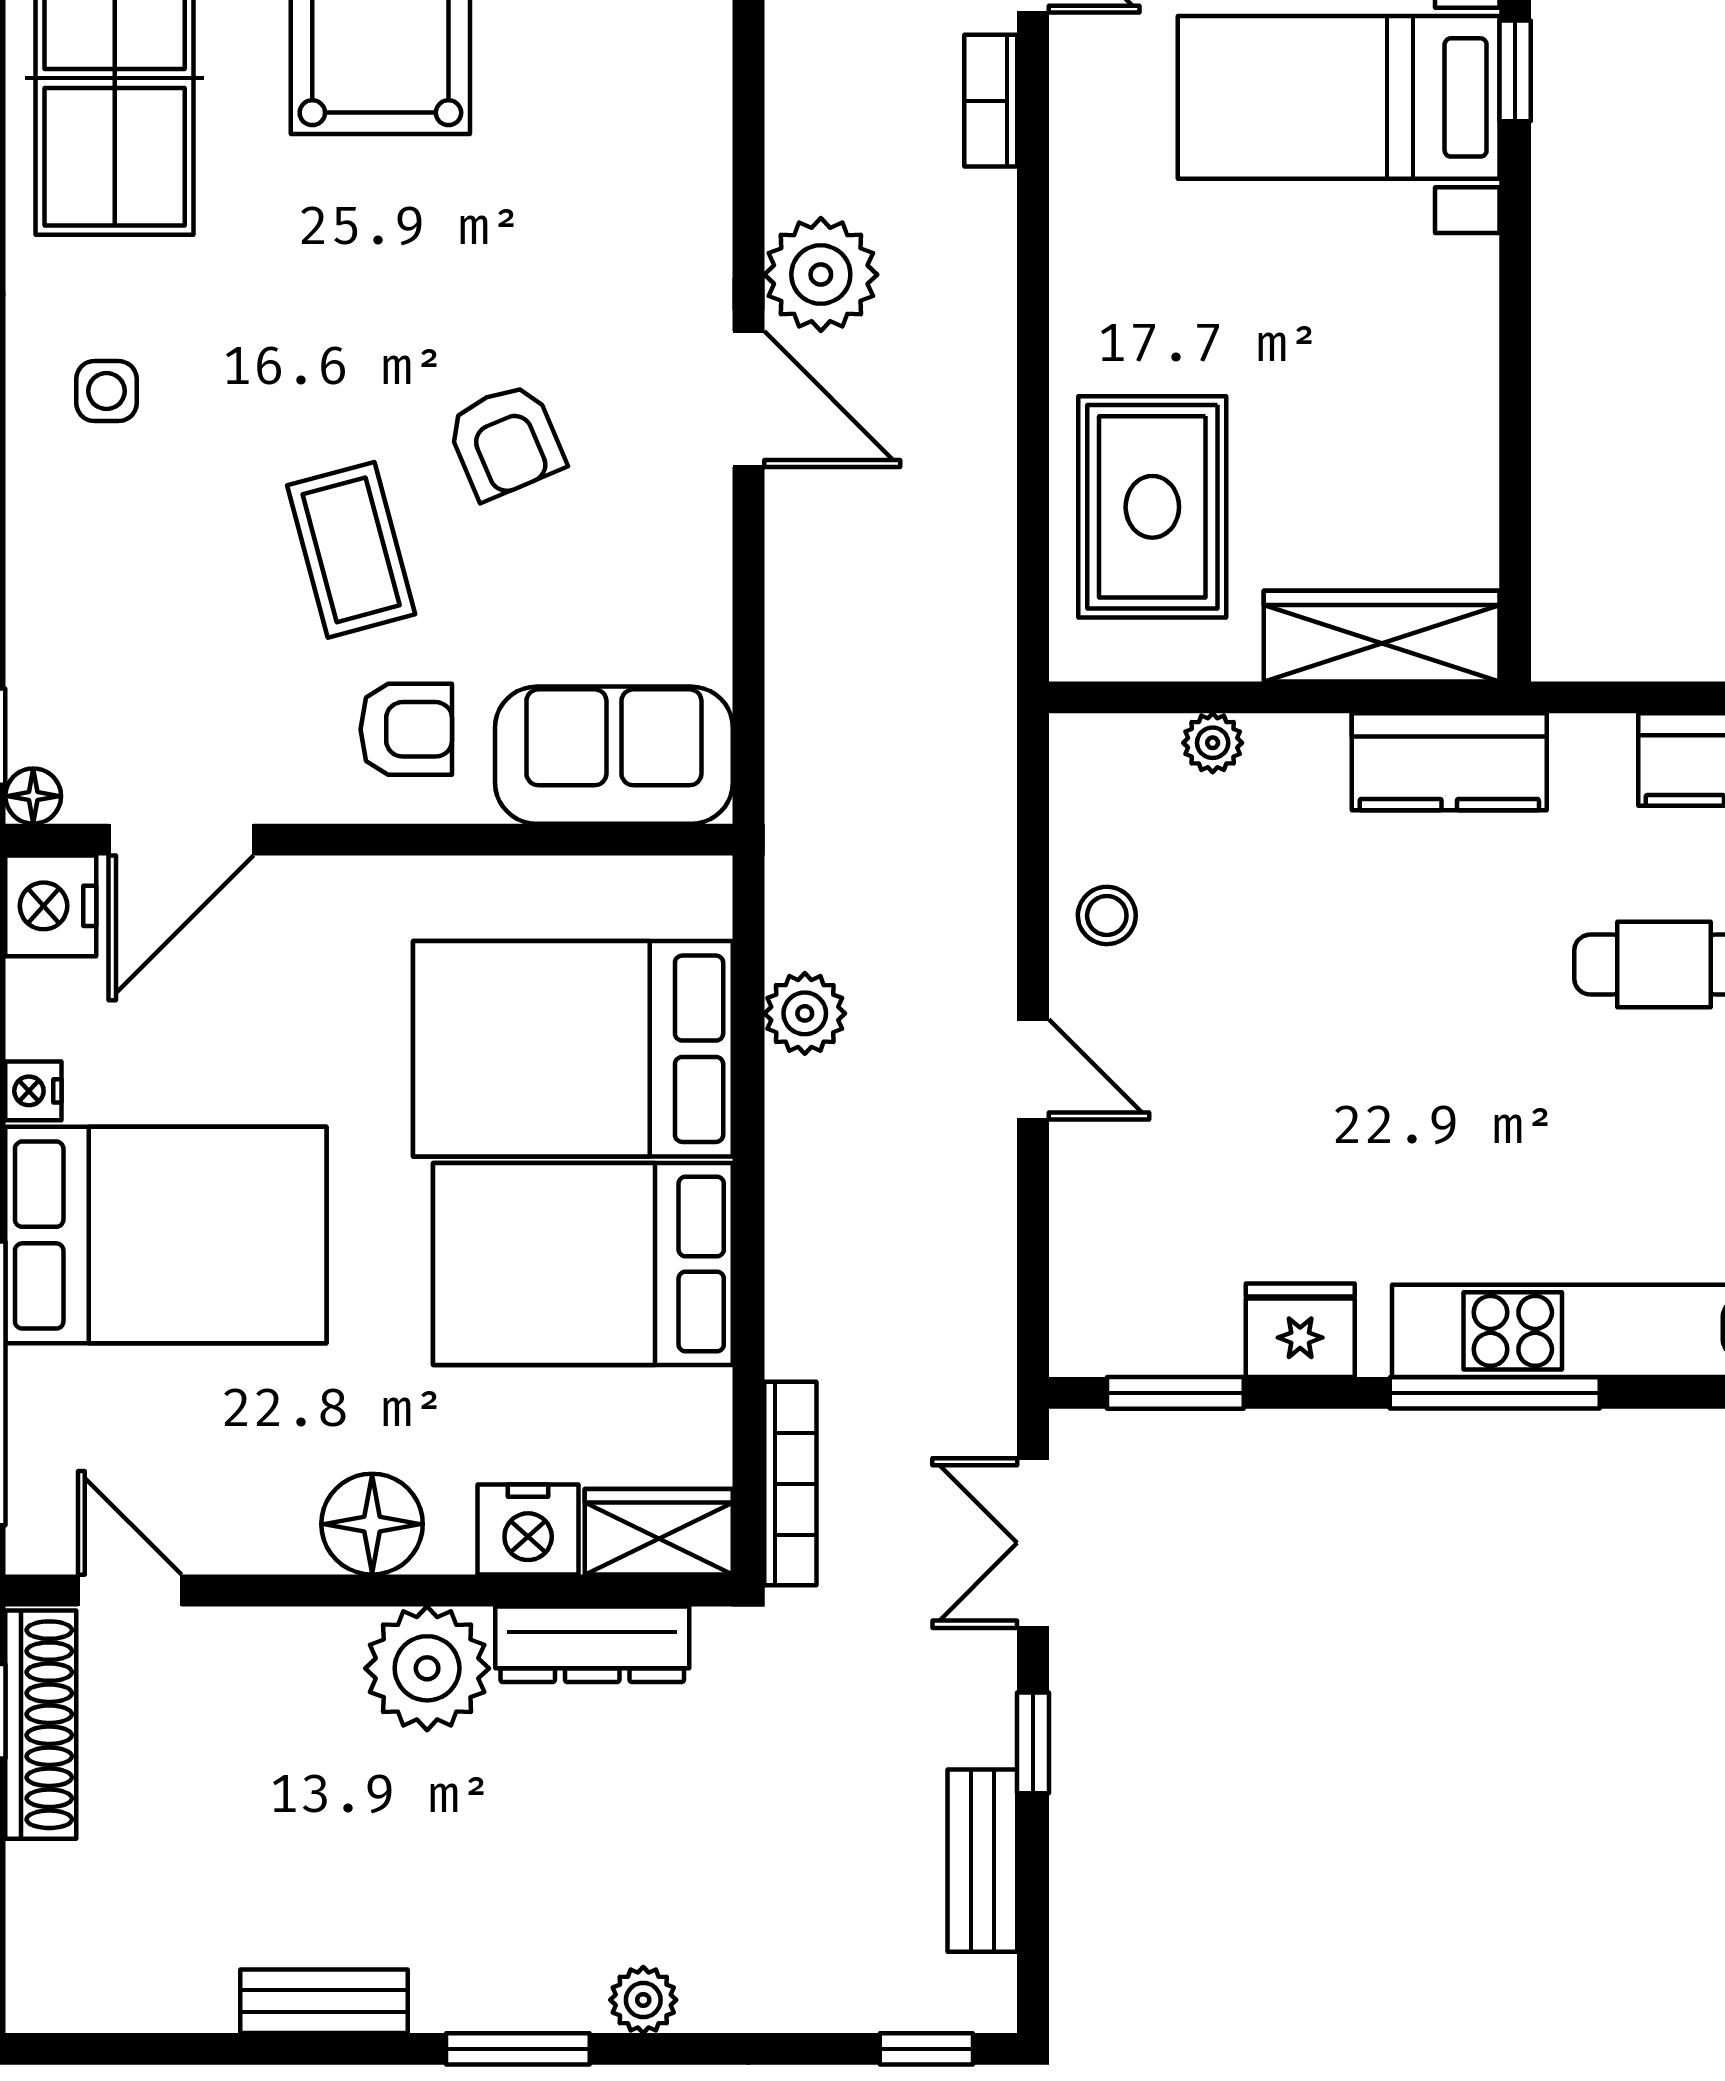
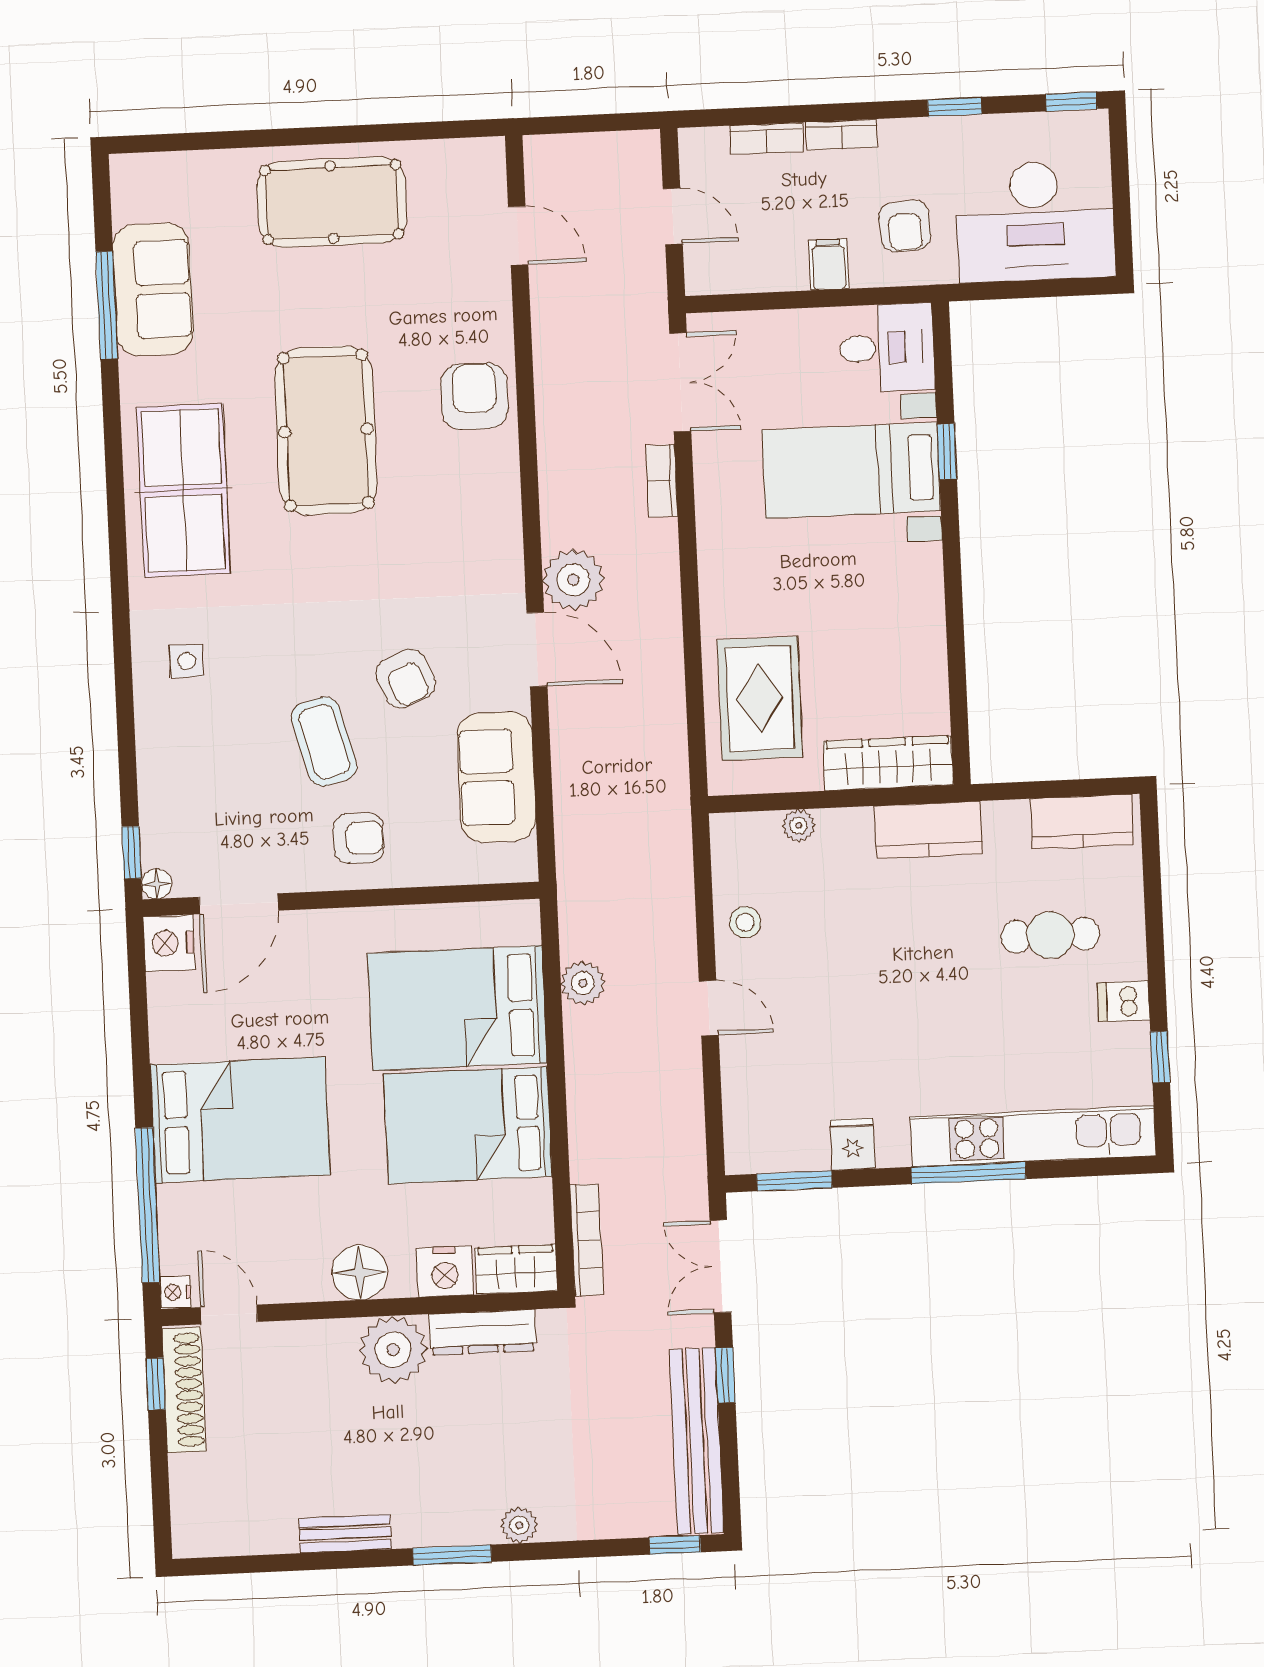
sofa: (614, 755) -> (497, 777), moved, turned -90
nightstand: (33, 1091) -> (175, 1292), moved
fridge: (1300, 1330) -> (853, 1144), width x0.72
bench: (982, 1861) -> (697, 1441), width x1.86, depth x1.21

